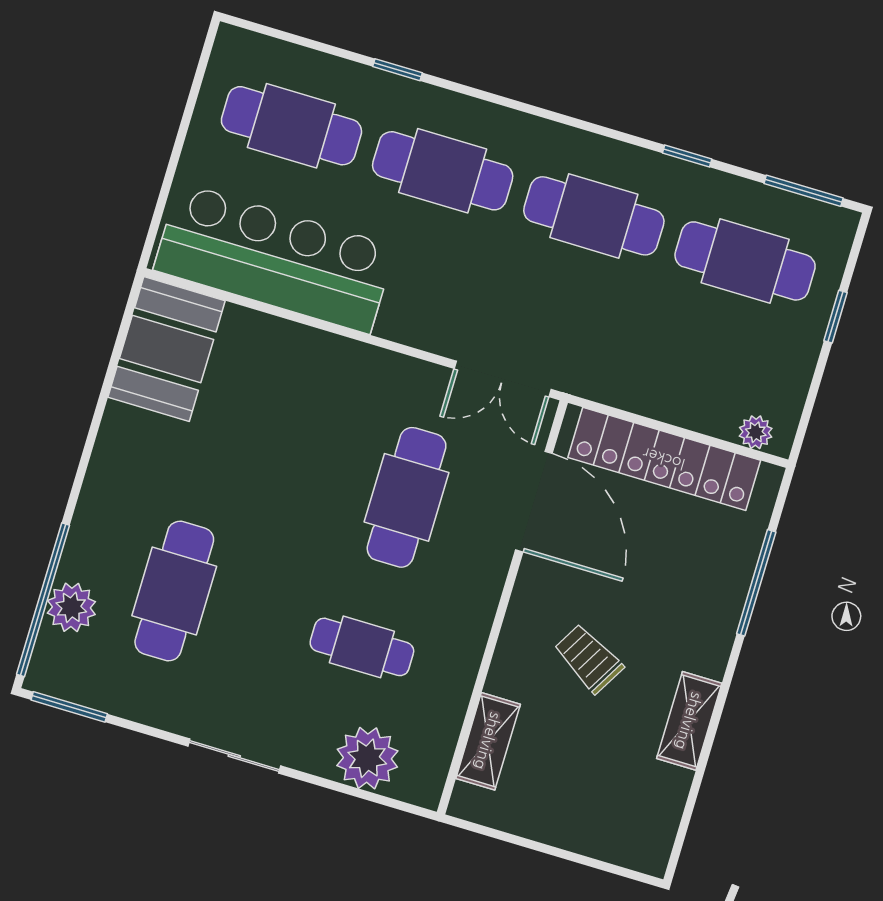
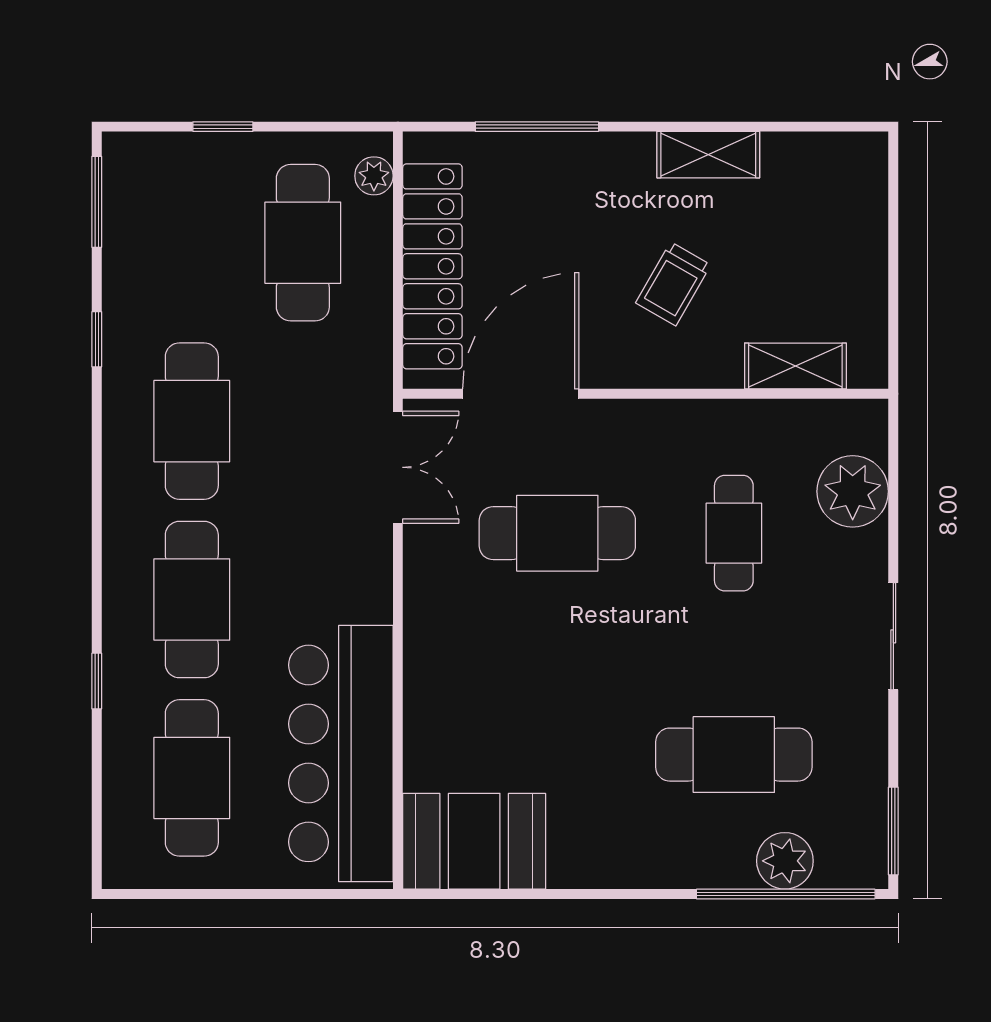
cafe table: (745, 261) -> (303, 243), moved

